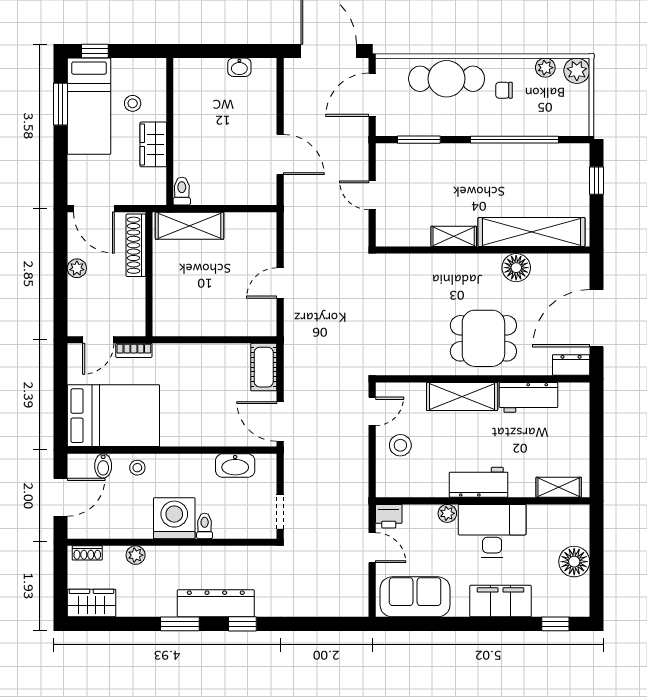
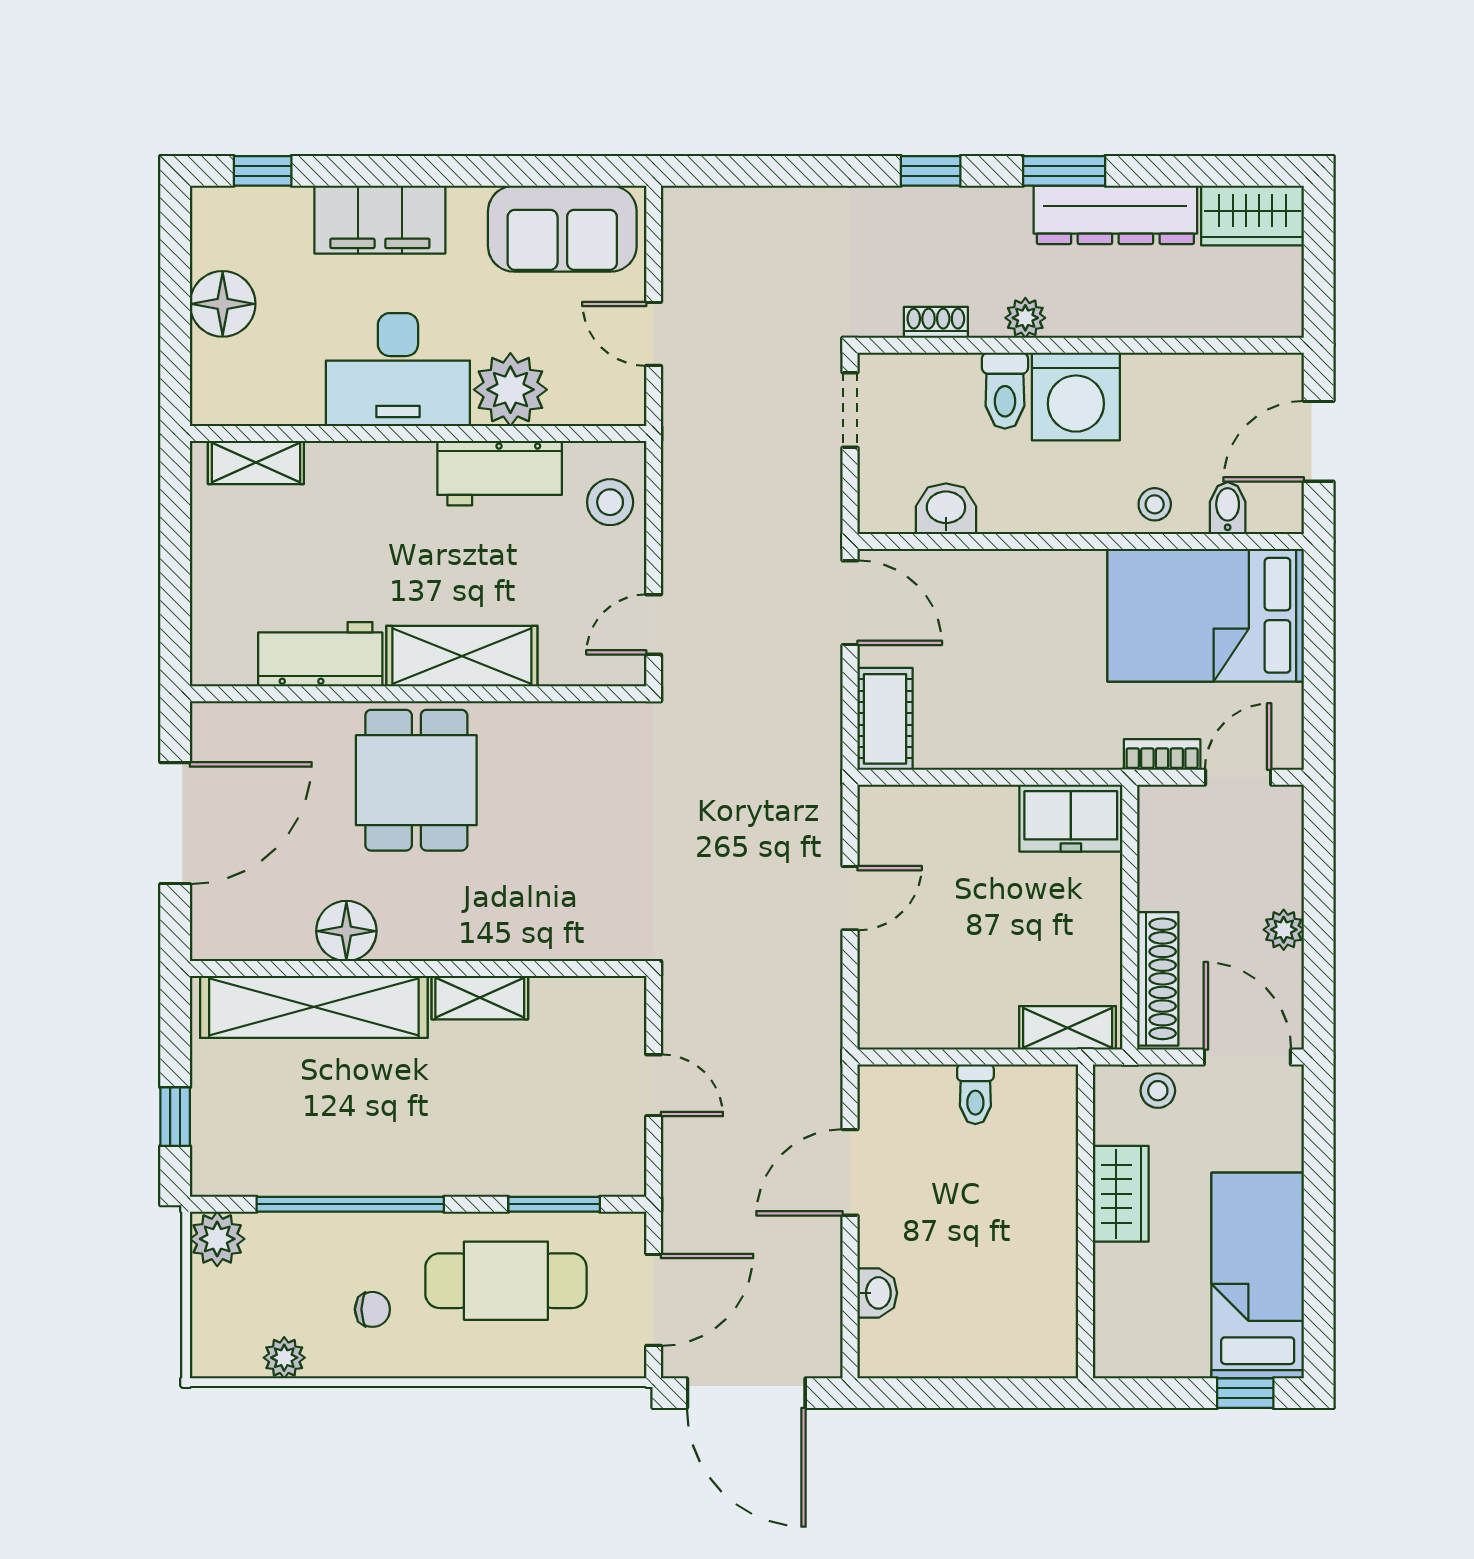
washbasin: (239, 67) -> (877, 1293), moved, turned 90
plant: (577, 71) -> (217, 1239), moved
cafe table: (447, 79) -> (506, 1281), moved
stool: (133, 103) -> (1158, 1091), moved
window: (60, 104) -> (1319, 1280), removed
door: (280, 154) -> (850, 1172), hinge flipped
toilet: (182, 191) -> (975, 1094), moved
shelving: (190, 226) -> (1068, 1028), width x0.67, depth x0.75
freezer: (177, 321) -> (1071, 818), added
dining table: (483, 338) -> (416, 780), turned 90
dresser: (571, 365) -> (229, 723), removed
stool: (400, 445) -> (610, 502), moved
washbasin: (235, 466) -> (946, 509), width x0.72
workbench: (479, 482) -> (500, 473), moved
plant: (447, 513) -> (510, 390), width x1.88, depth x1.88
printer: (389, 516) -> (618, 401), removed
toilet: (205, 526) -> (1005, 391), width x1.37, depth x1.39
shoe rack: (87, 553) -> (936, 322), moved
plant: (136, 555) -> (1025, 318), moved
dresser: (216, 603) -> (1115, 215), moved

